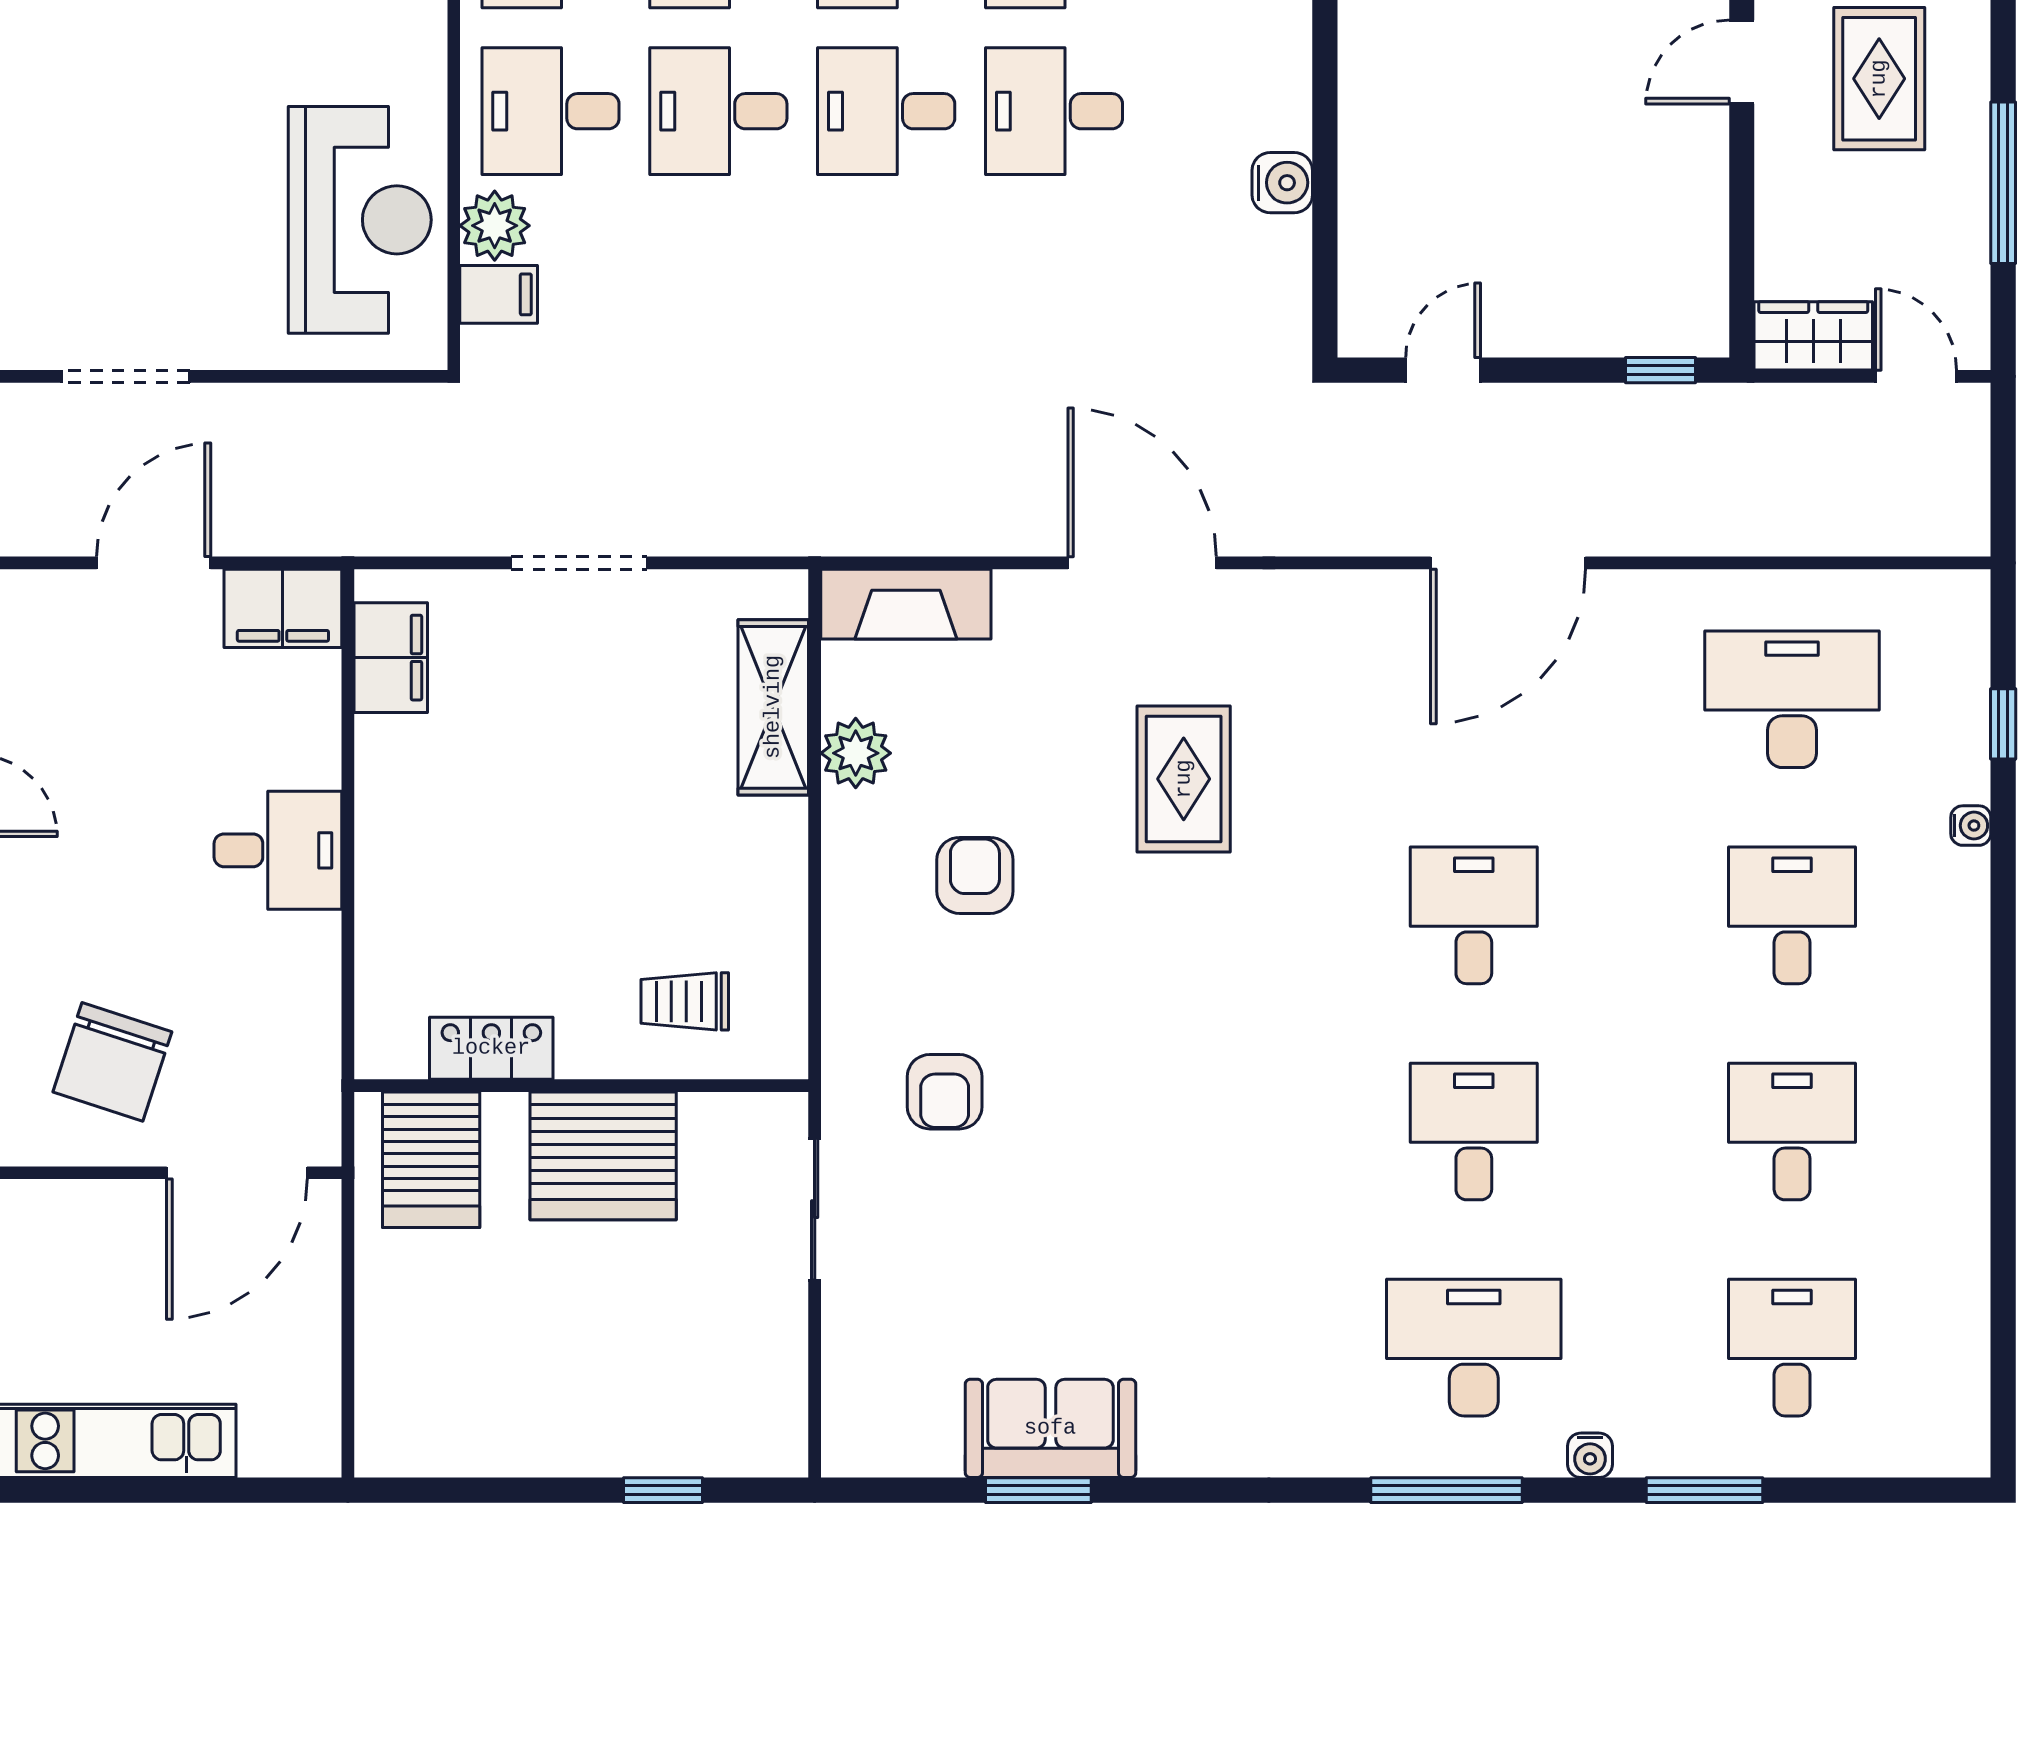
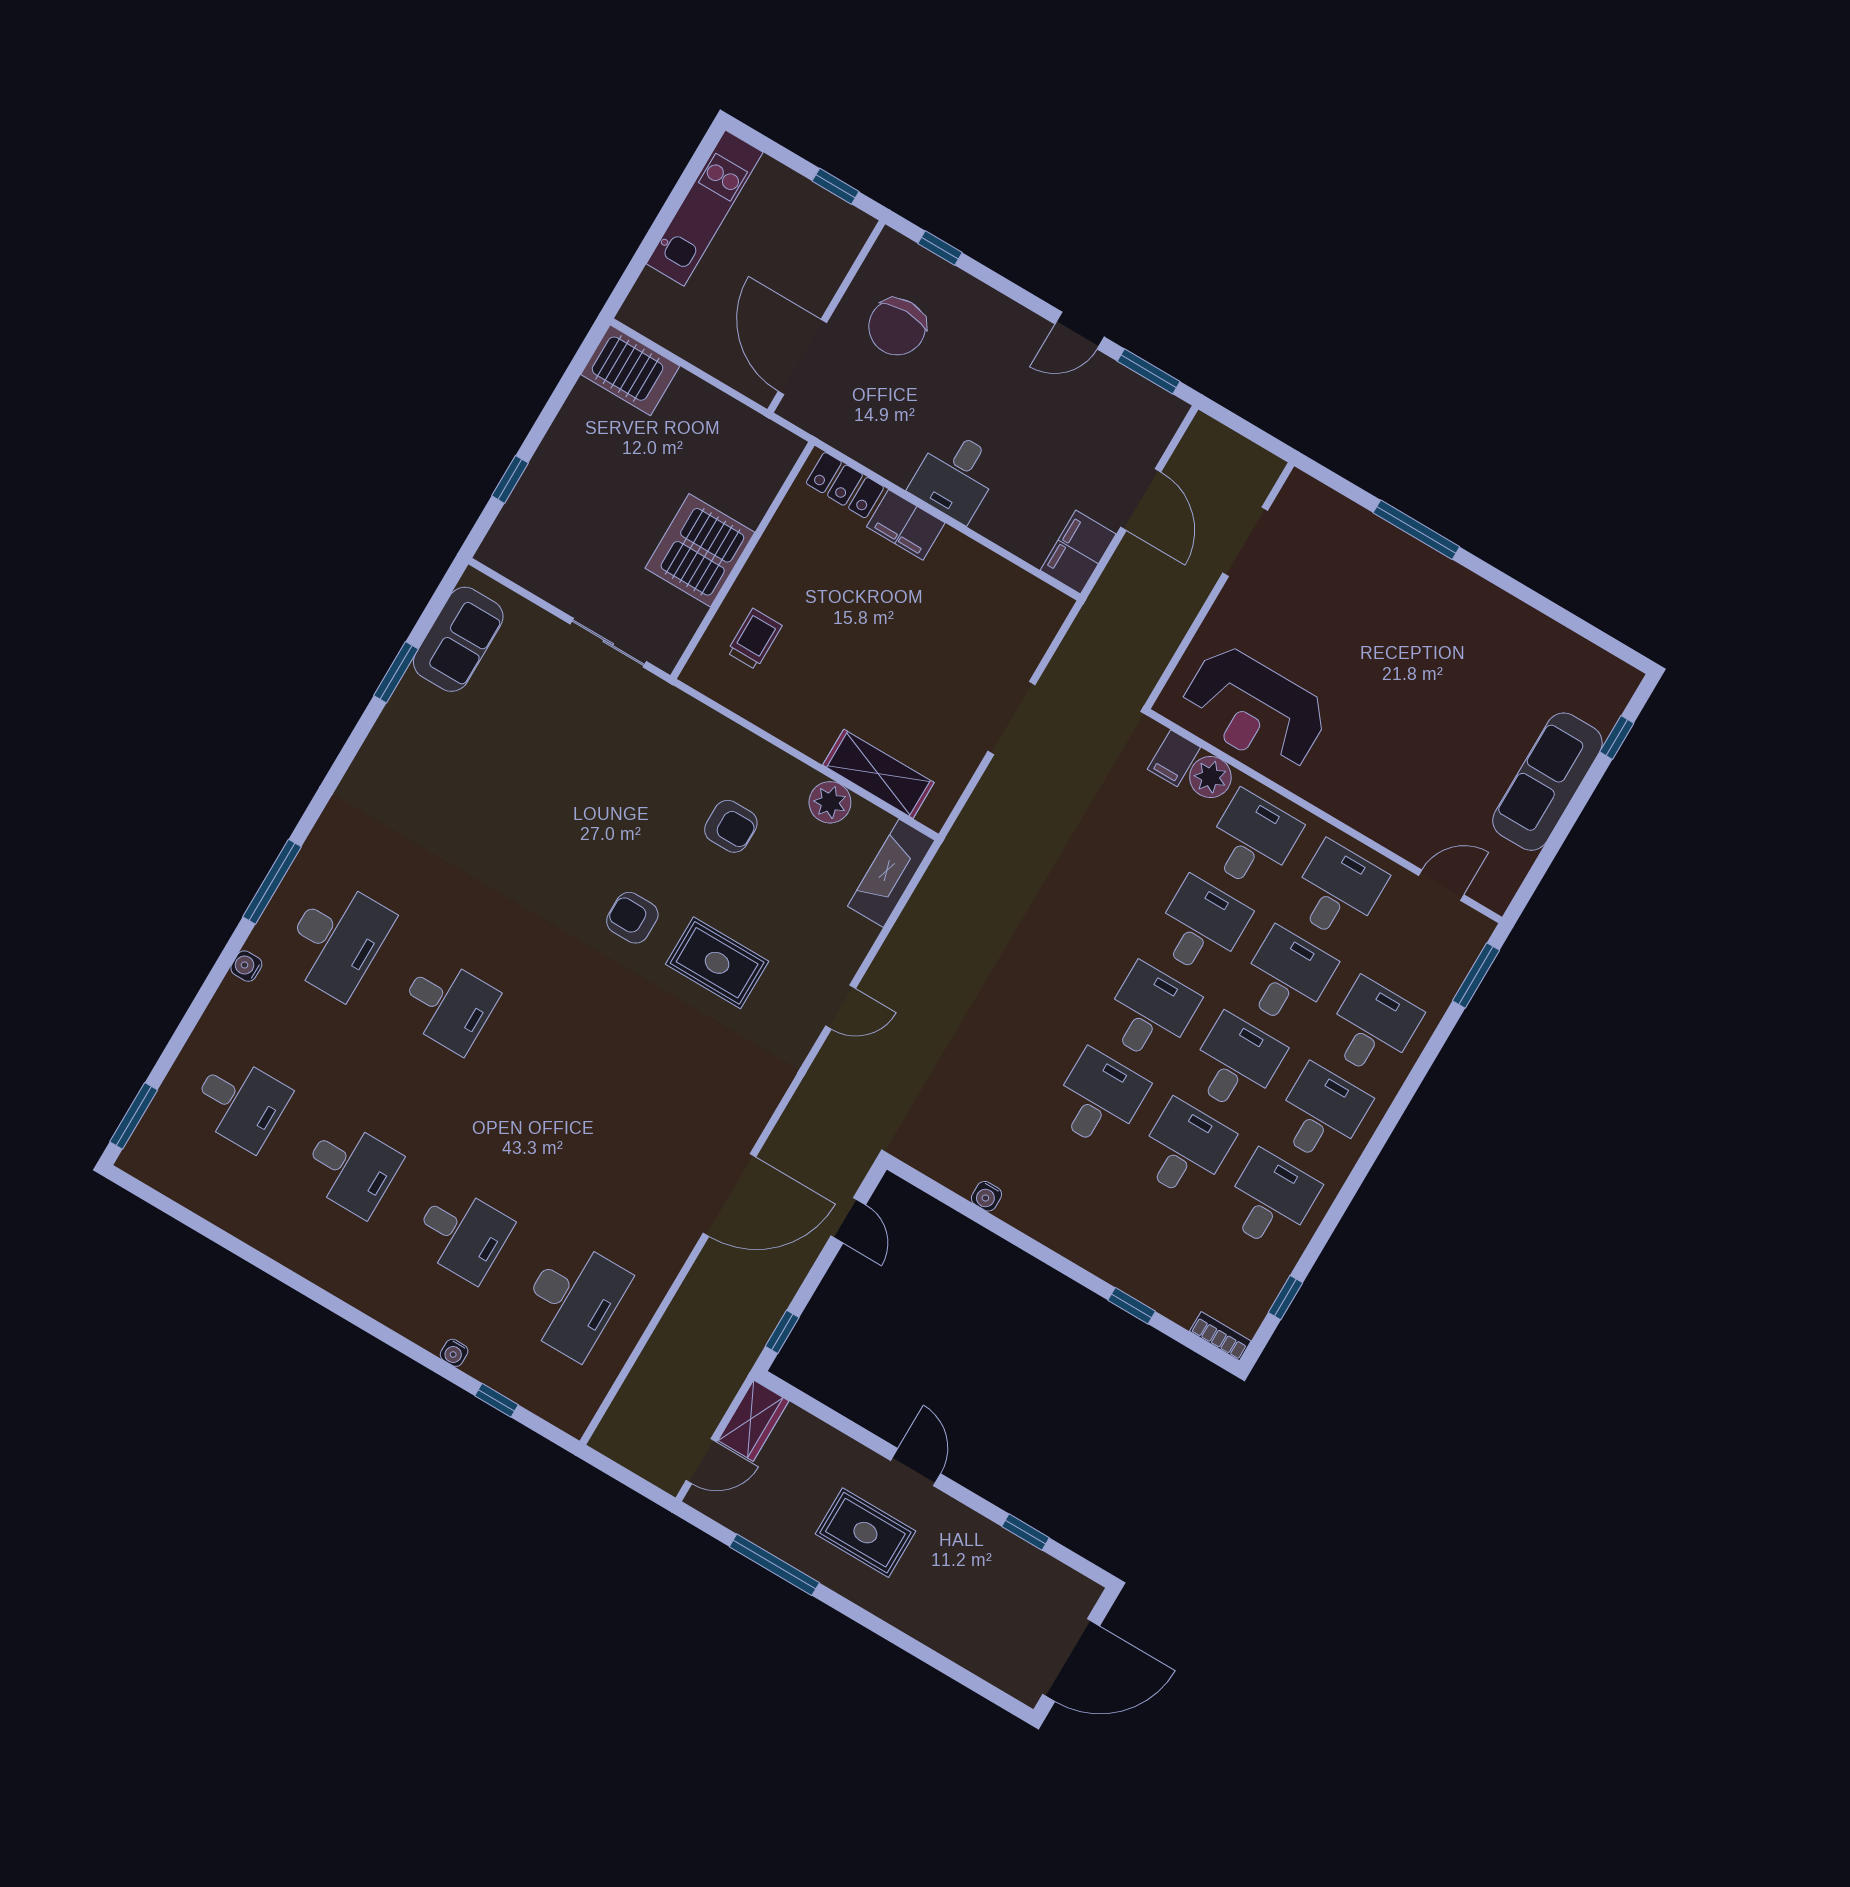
water cooler: (1282, 183) -> (986, 1196), width x0.72, depth x0.72
door: (1142, 563) -> (841, 1007), width x0.53
door: (1508, 563) -> (729, 1195), swing flipped
filing cabinet: (391, 658) -> (906, 525), moved
desk: (1474, 915) -> (559, 1070), removed
locker: (491, 1048) -> (845, 485), moved, turned 90
chair: (112, 1062) -> (897, 327), turned -108
armchair: (945, 1092) -> (632, 918), moved
server rack: (431, 1160) -> (630, 370), moved, turned 180
sofa: (1050, 1428) -> (458, 639), moved
window: (1705, 1490) -> (134, 1116), moved

